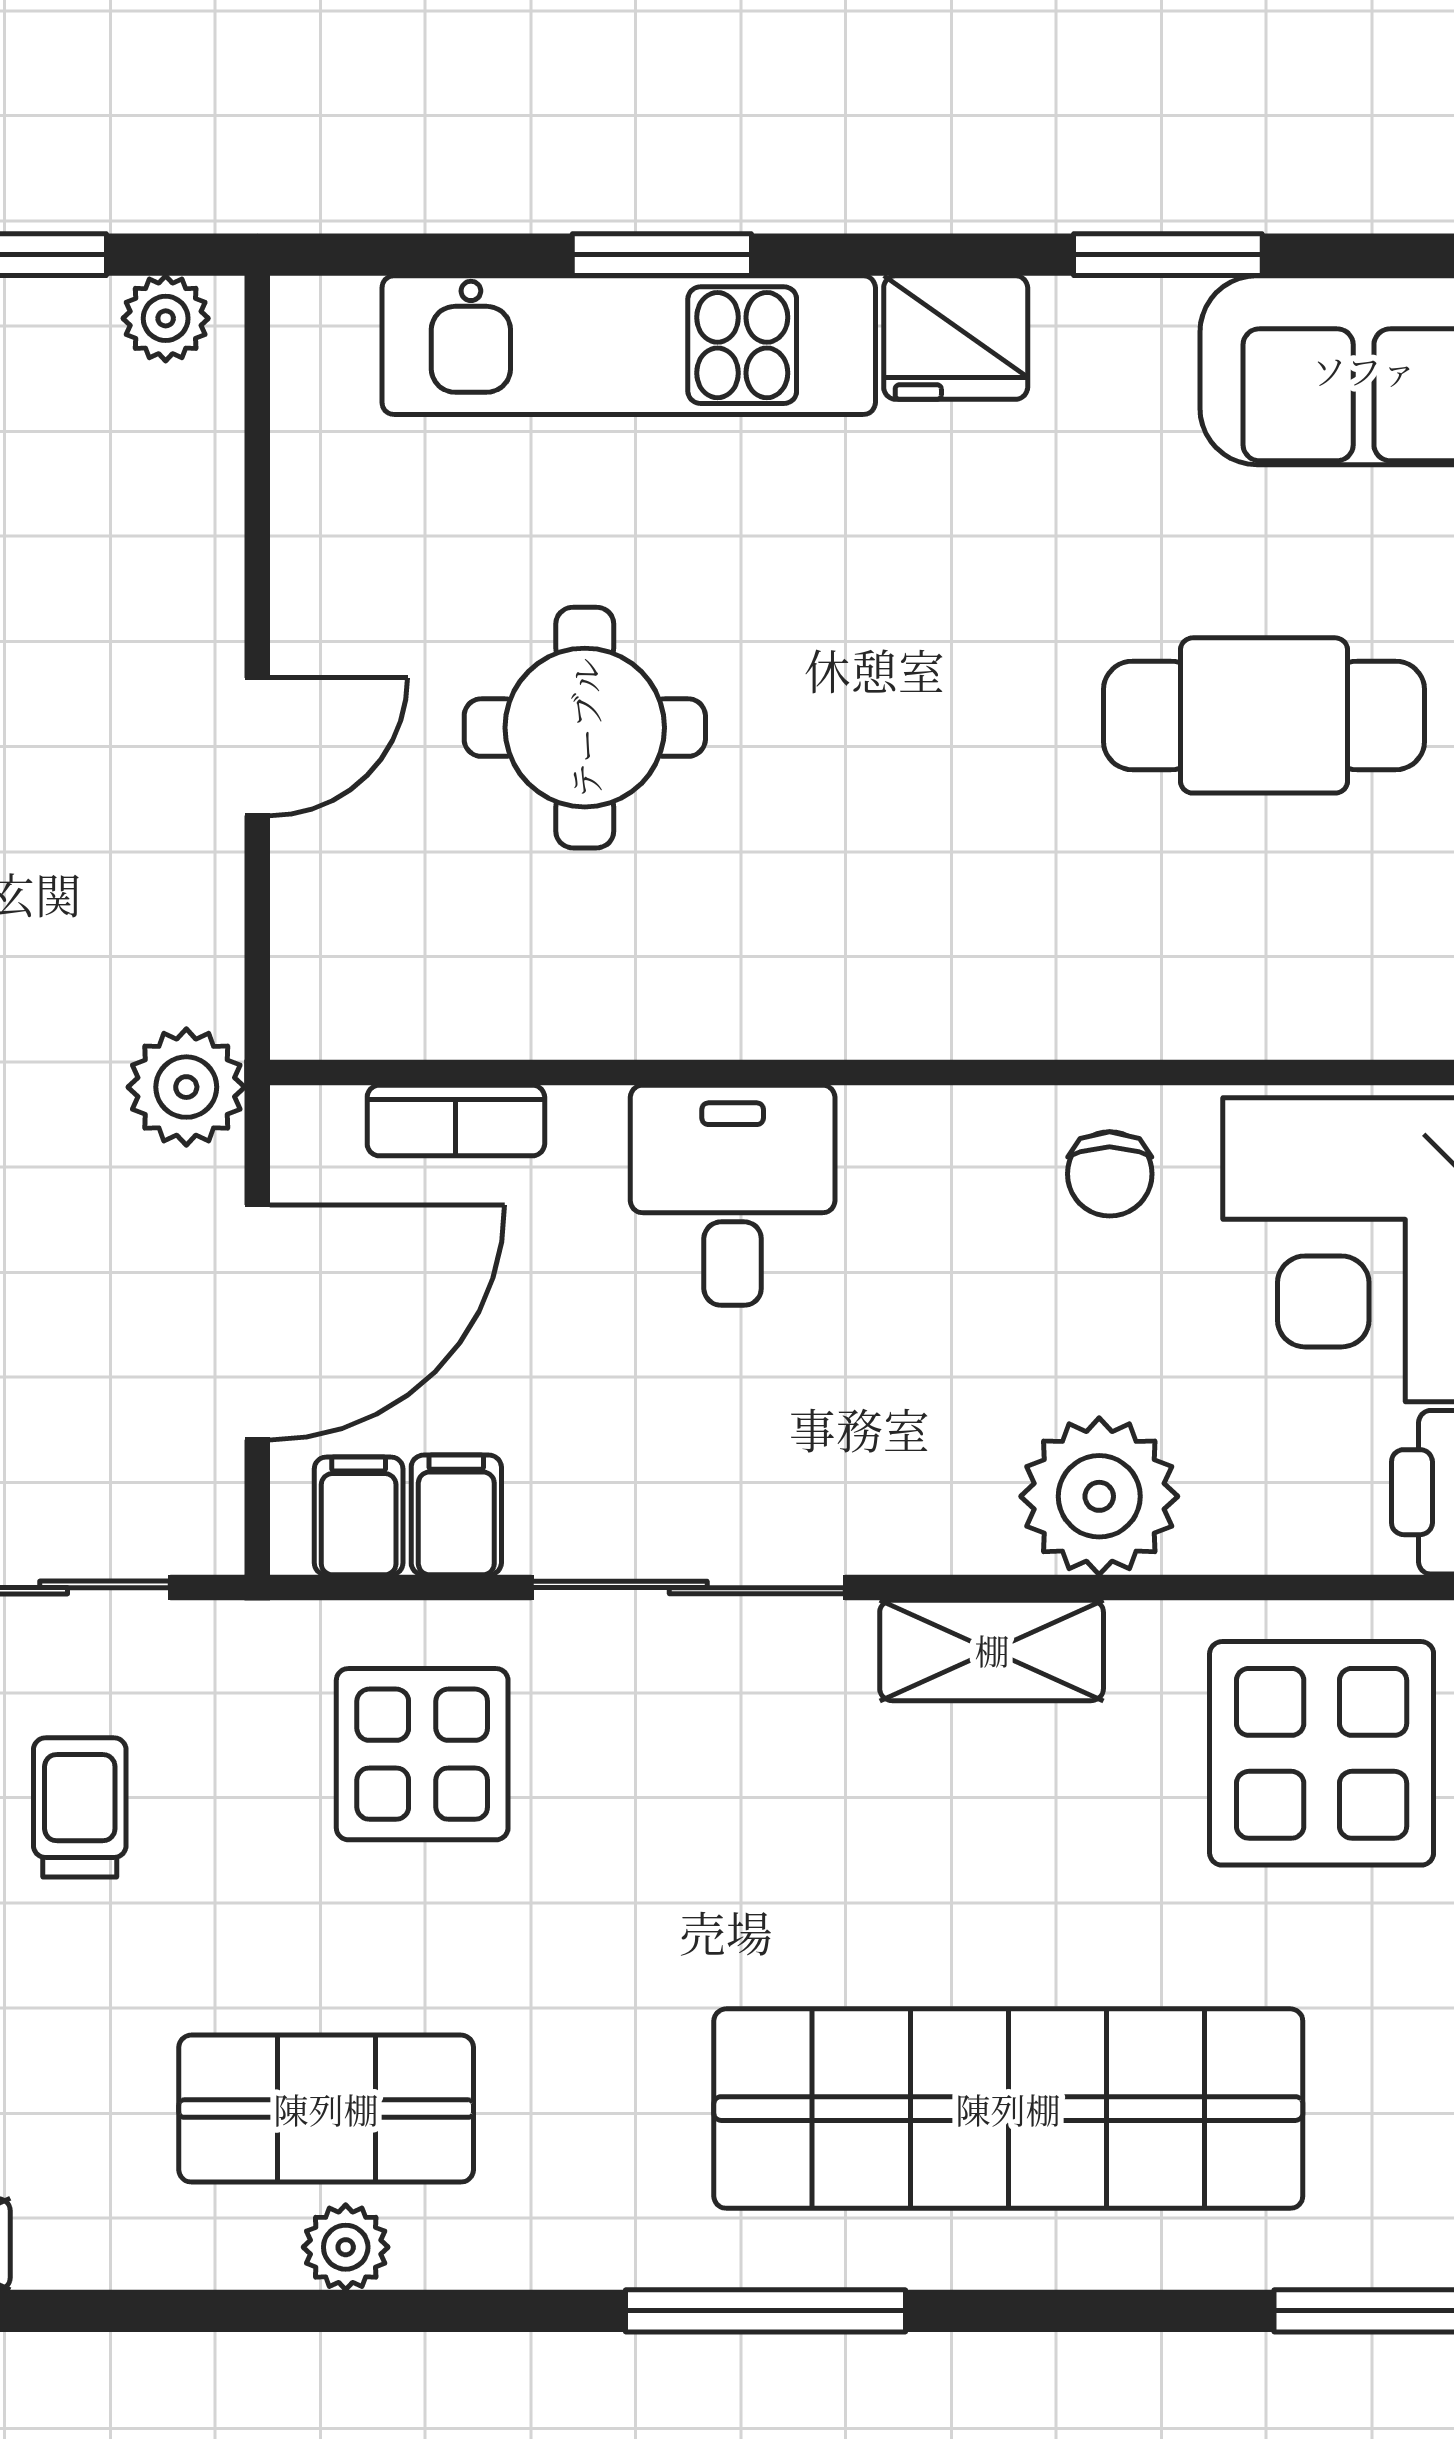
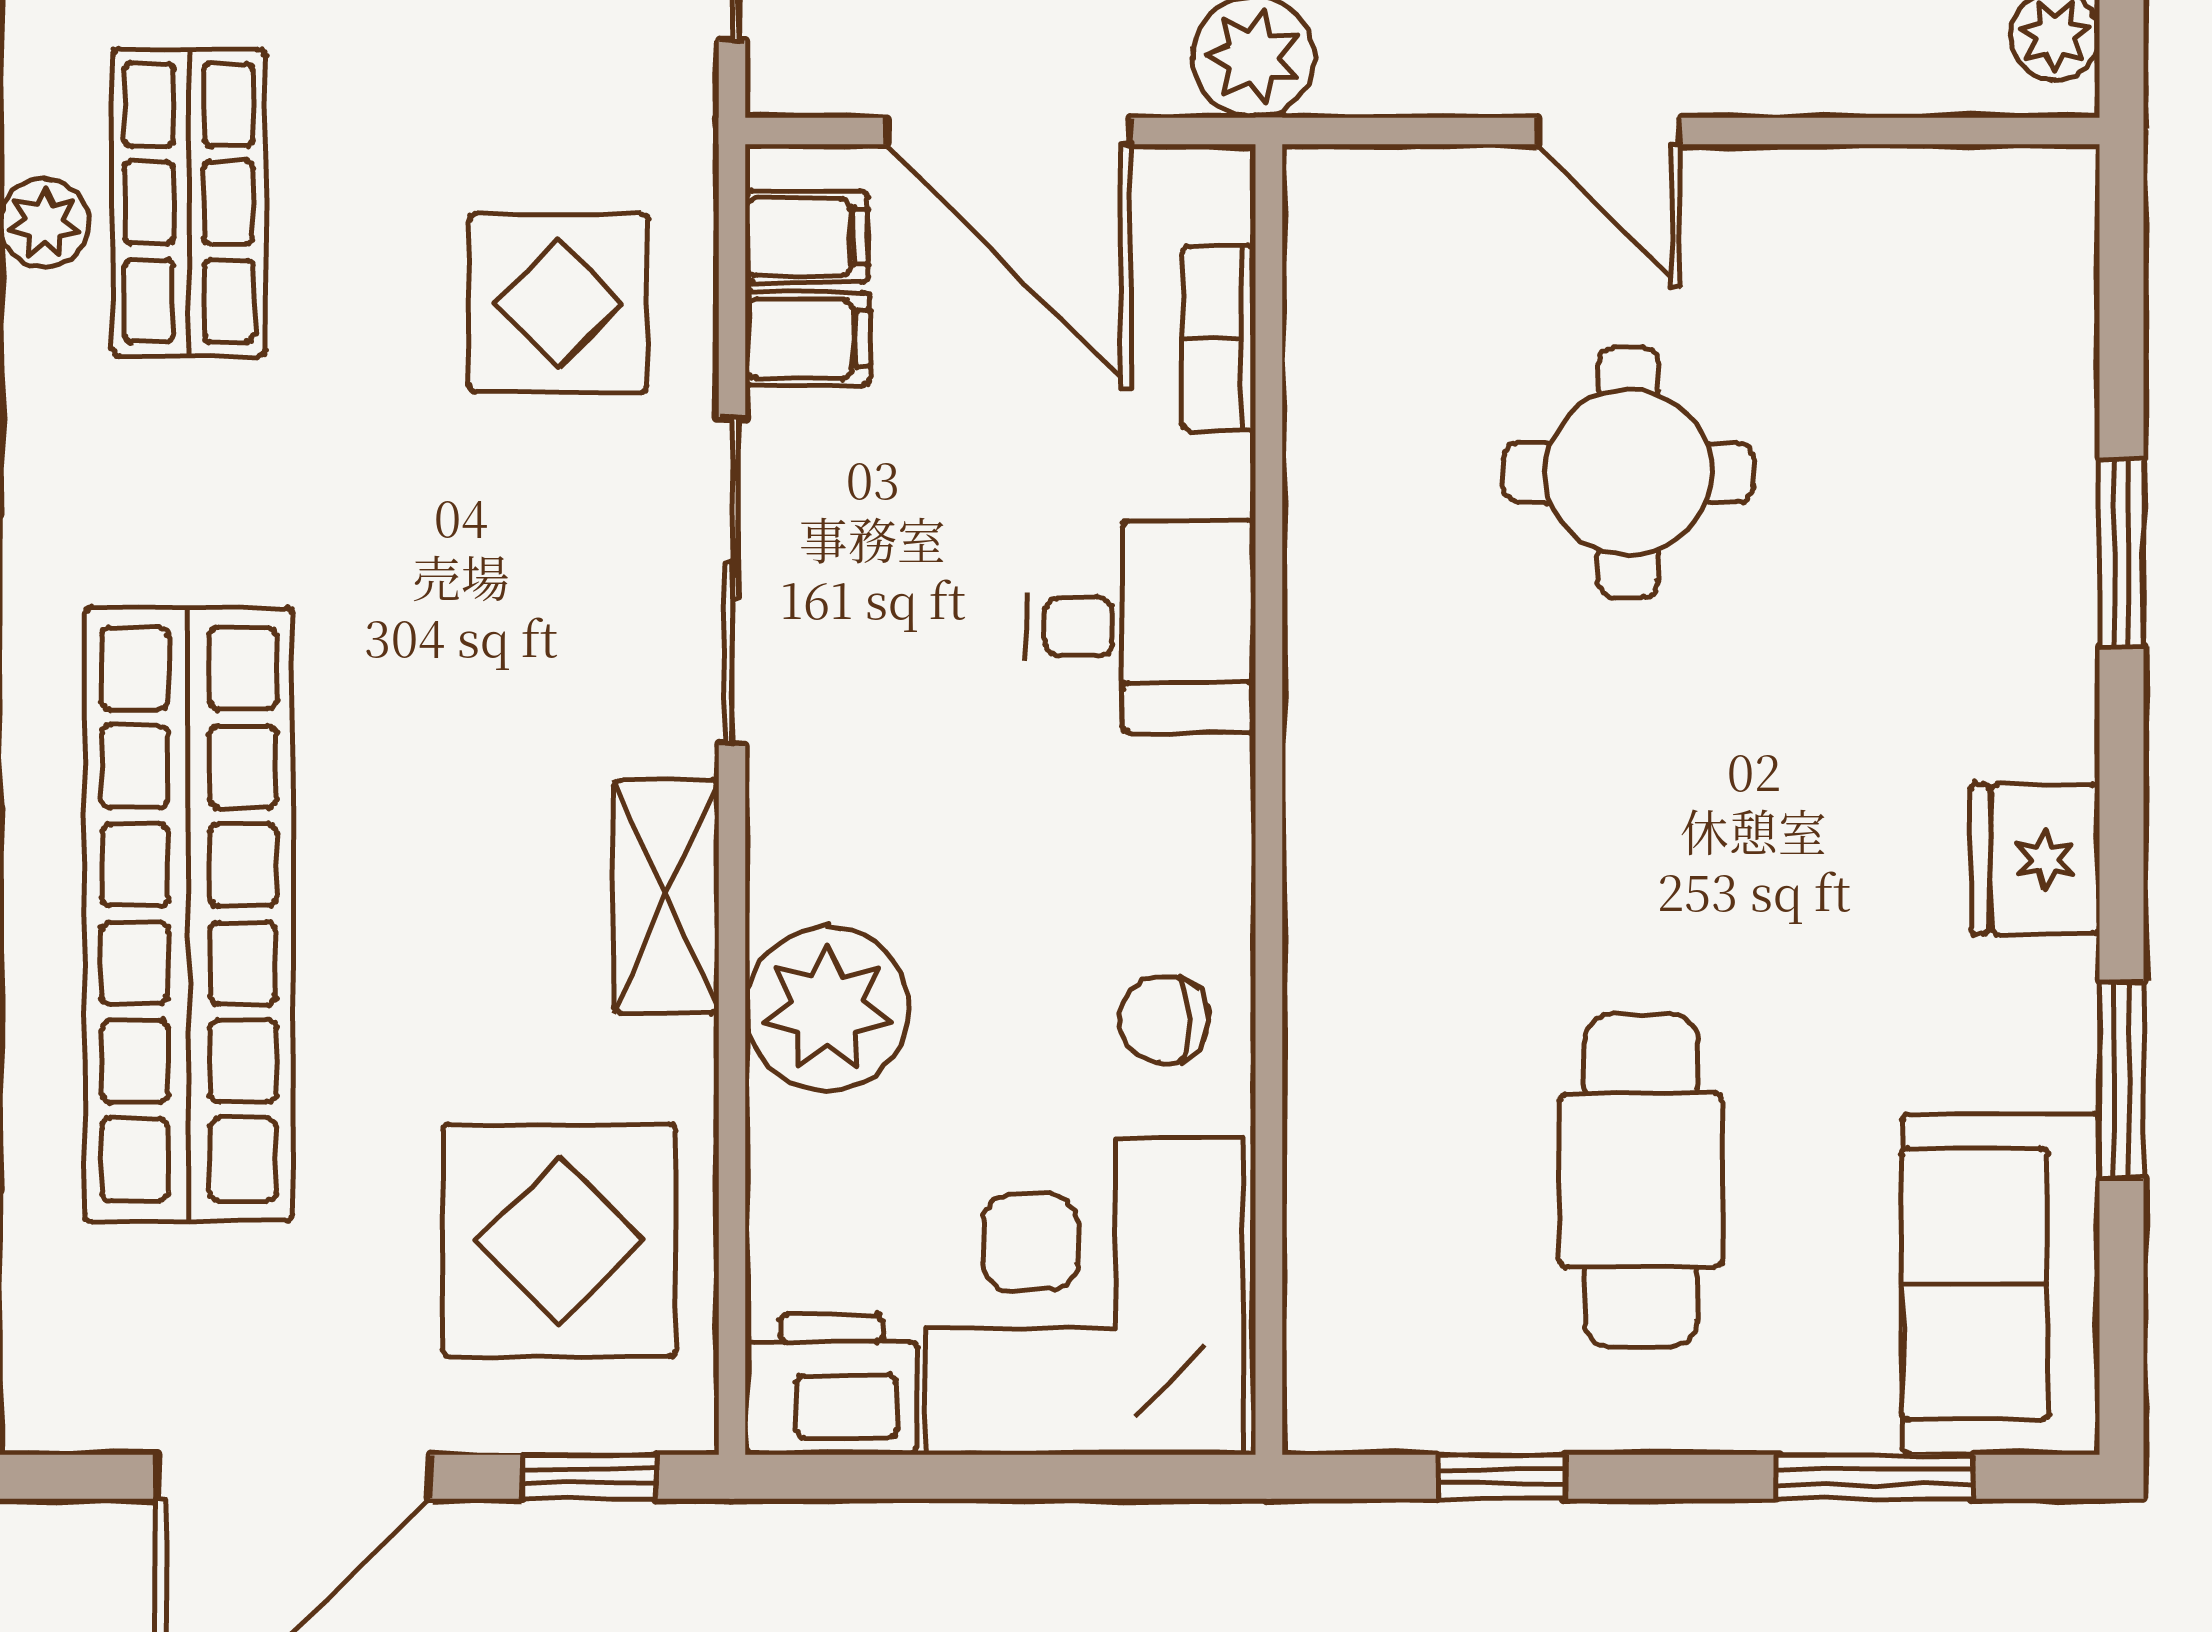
kitchen unit: (629, 345) -> (2027, 518), removed

